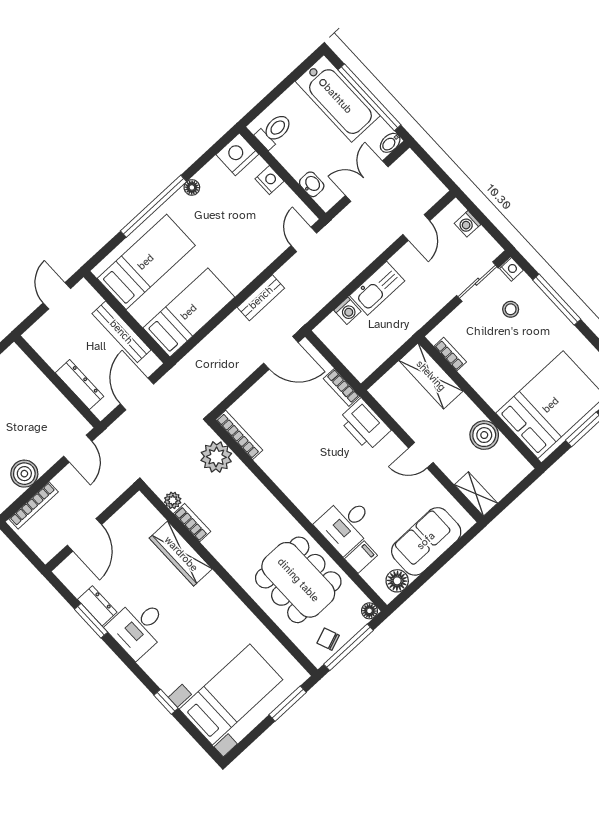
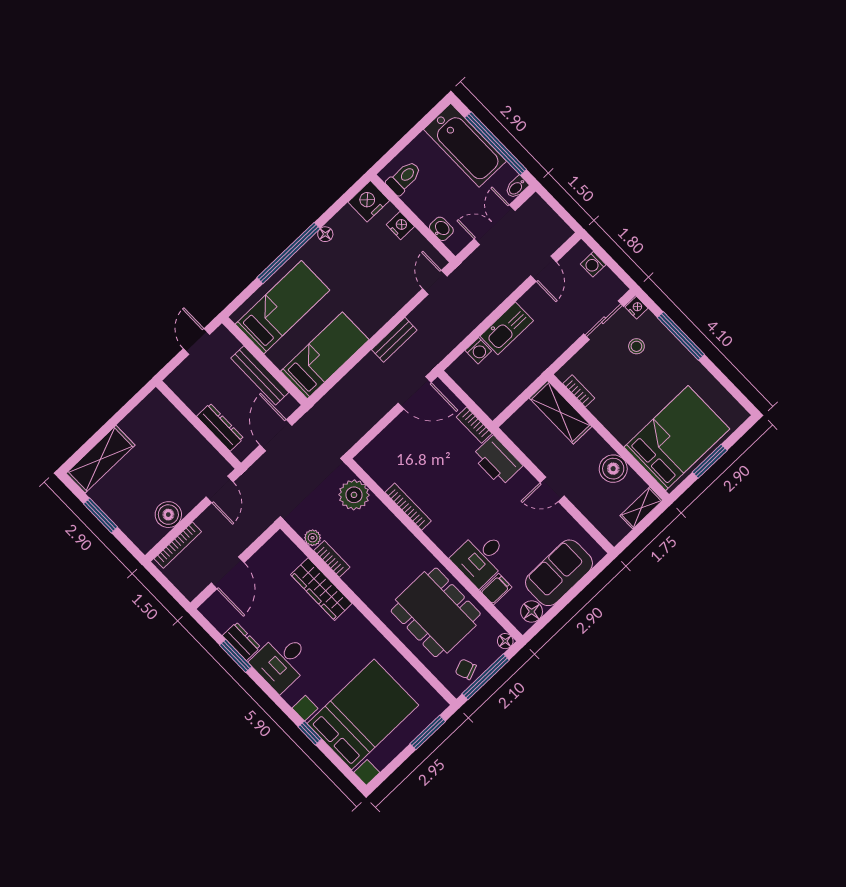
bookcase: (239, 435) -> (408, 507), moved
shelving: (476, 494) -> (641, 508), moved, turned 90
bed with nightstands: (231, 694) -> (363, 714), width x1.36

